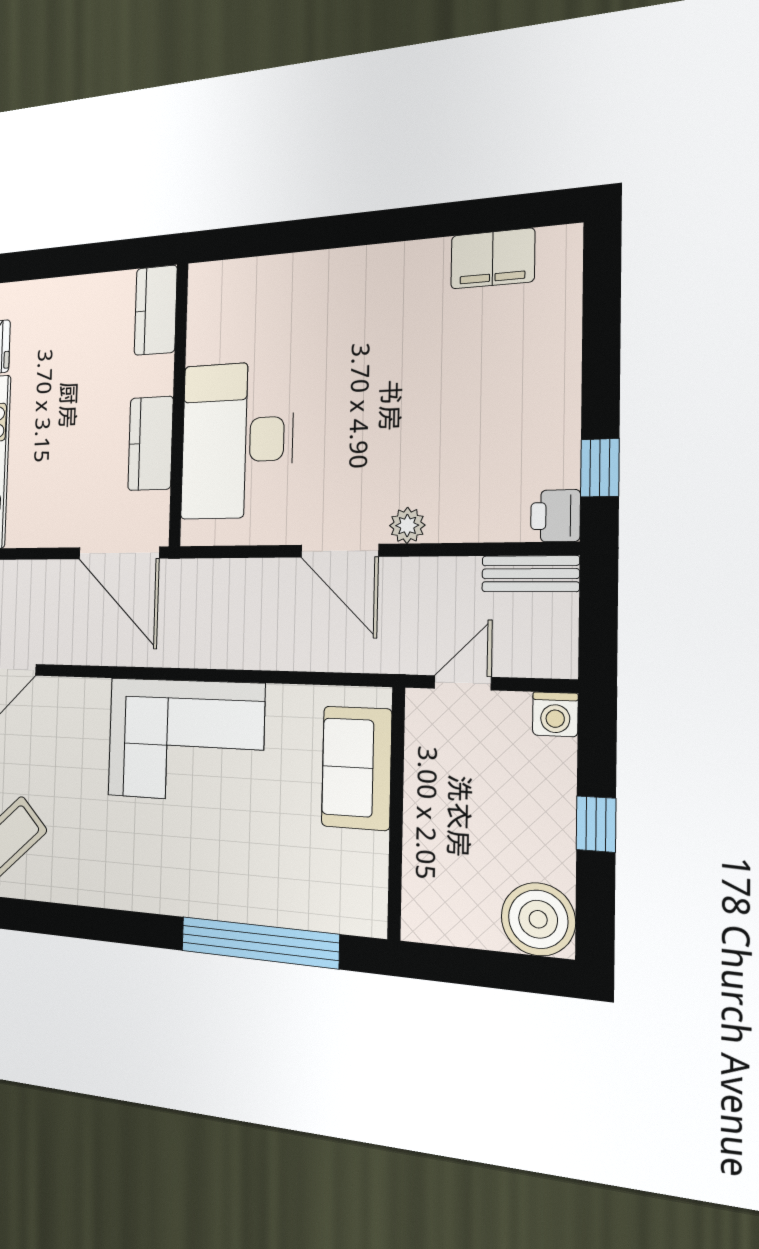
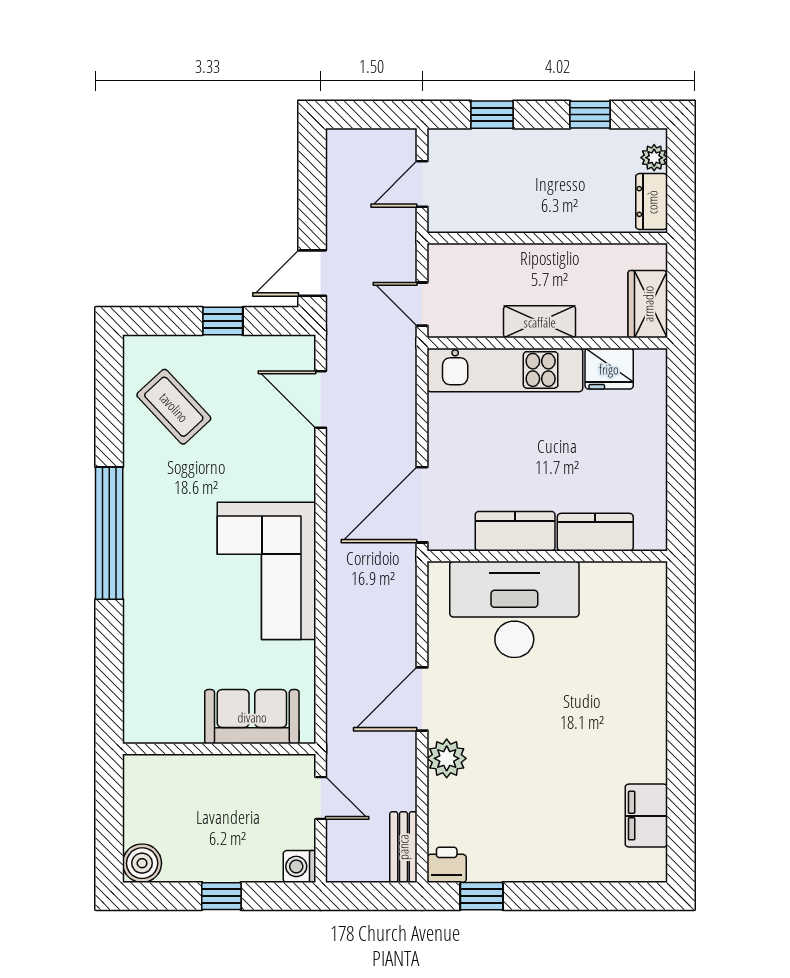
kitchen counter: (156, 310) -> (595, 532), moved
plant: (407, 525) -> (447, 758), width x1.38, depth x1.38
boiler: (538, 919) -> (142, 863), width x0.73, depth x0.73
window: (259, 943) -> (109, 533), moved

